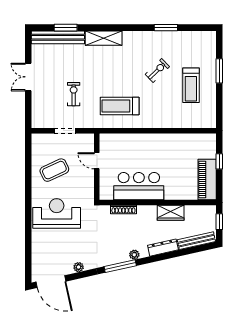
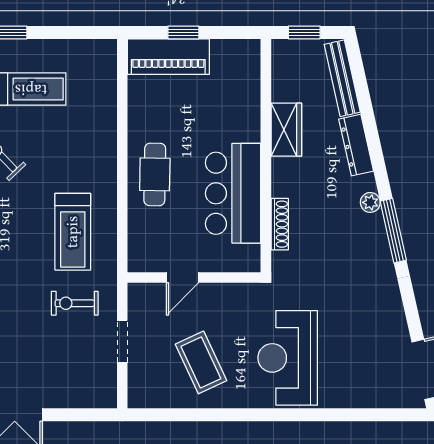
exercise bike: (74, 94) -> (75, 303), moved
cafe table: (148, 147) -> (155, 174), added
piano: (207, 179) -> (168, 57), moved
plant: (79, 267) -> (395, 314), removed

